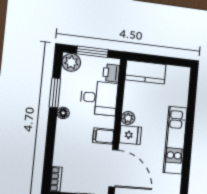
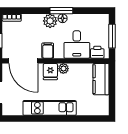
plant: (71, 62) -> (50, 21), moved
window: (55, 93) -> (61, 11), moved
door: (114, 168) -> (23, 61), hinge flipped

